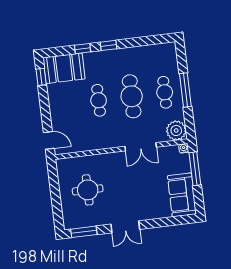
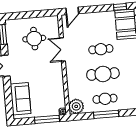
double door: (141, 147) -> (62, 49), moved
sofa: (182, 195) -> (20, 99), moved, turned 90

